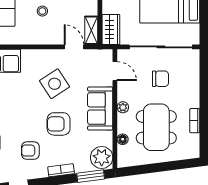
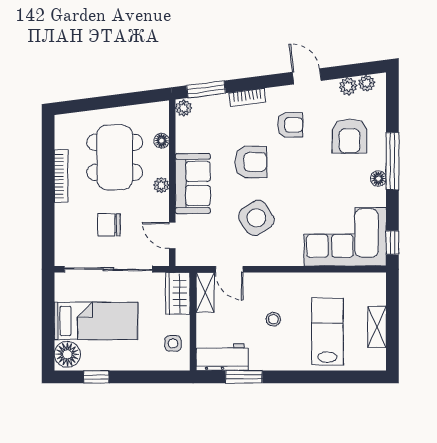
bookcase: (195, 121) -> (61, 176), width x1.56
plant: (102, 157) -> (184, 108), width x0.53, depth x0.53

